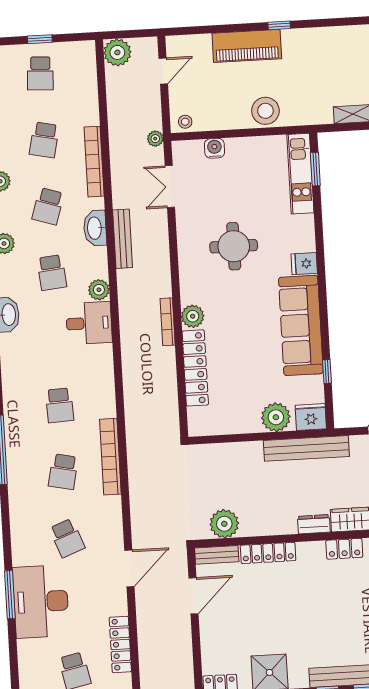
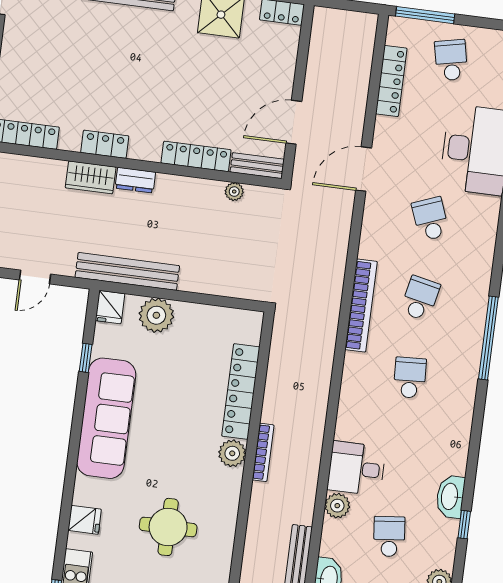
fridge: (304, 264) -> (85, 520), moved
fridge: (311, 417) -> (110, 307), width x0.72
plant: (224, 524) -> (234, 192), width x0.53, depth x0.53

